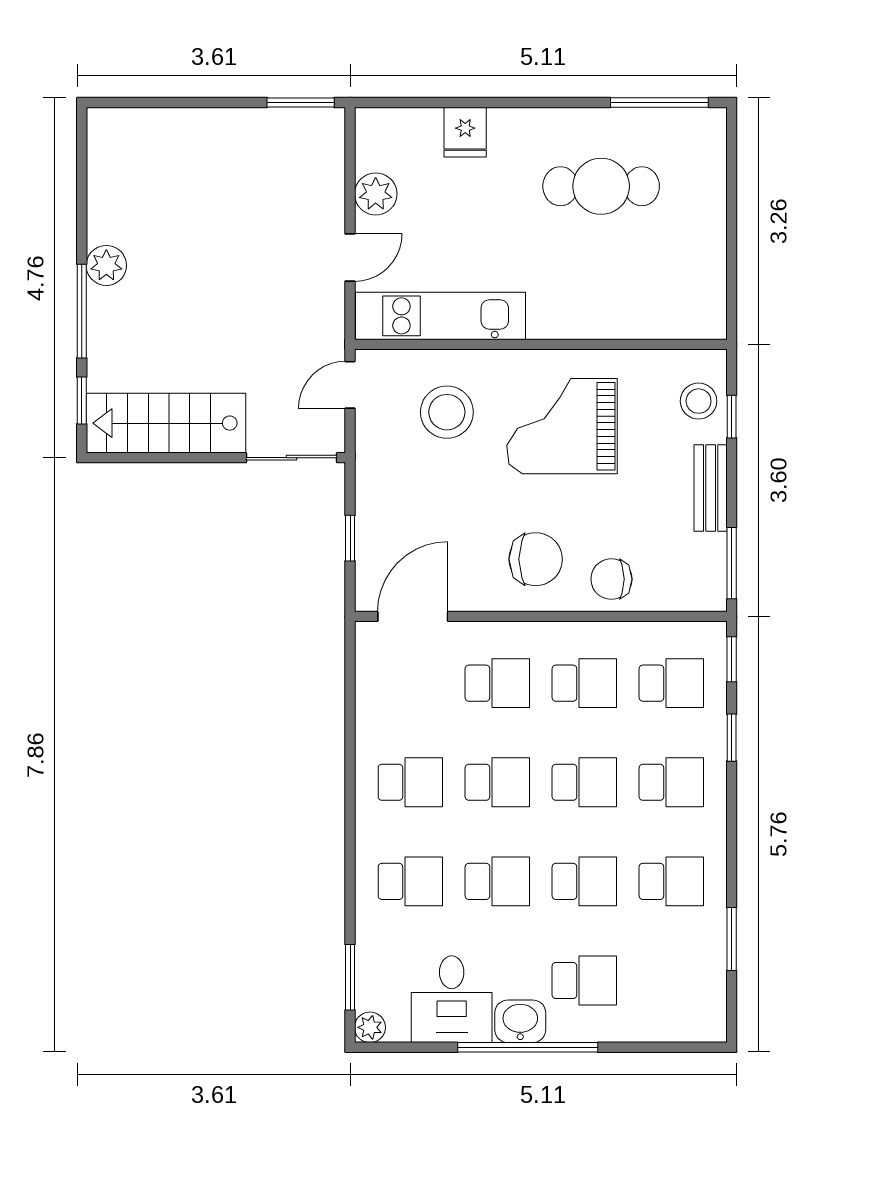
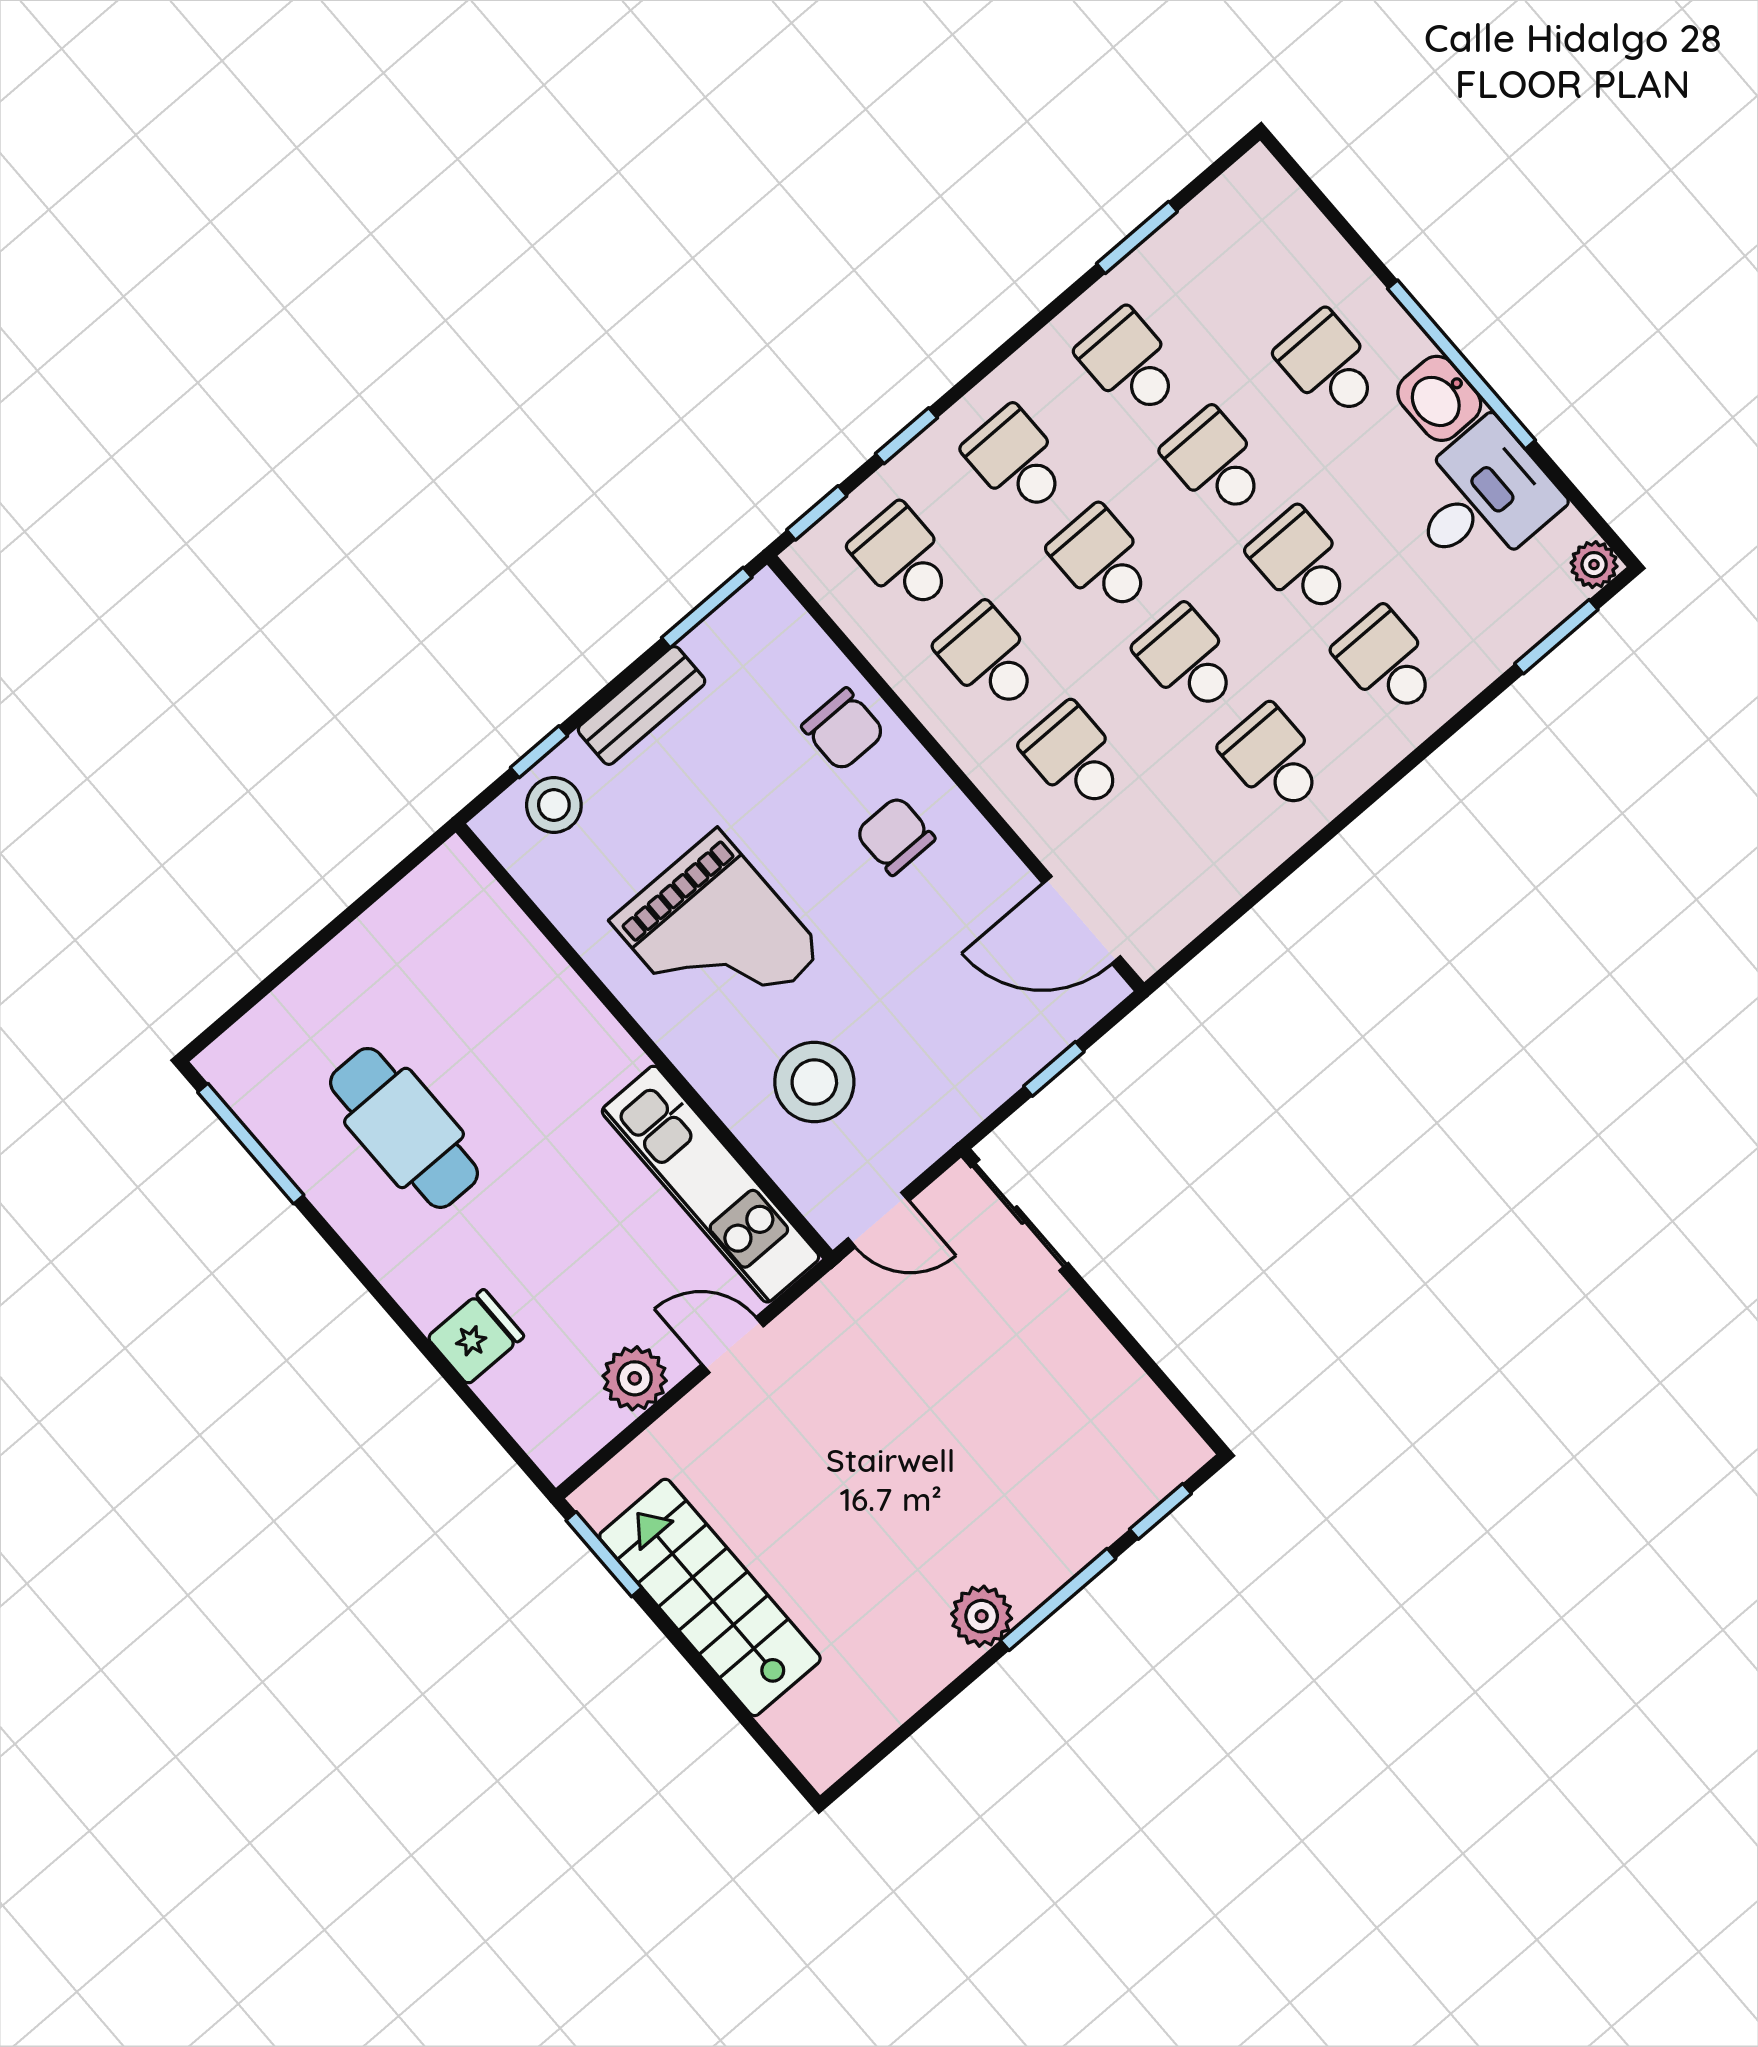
stairs: (166, 423) -> (710, 1597), moved, turned 180
chair: (536, 559) -> (895, 836), width x0.73, depth x0.73

